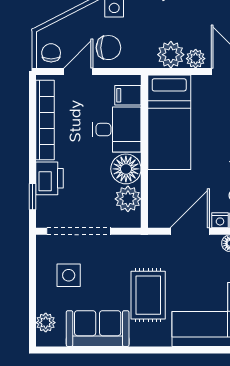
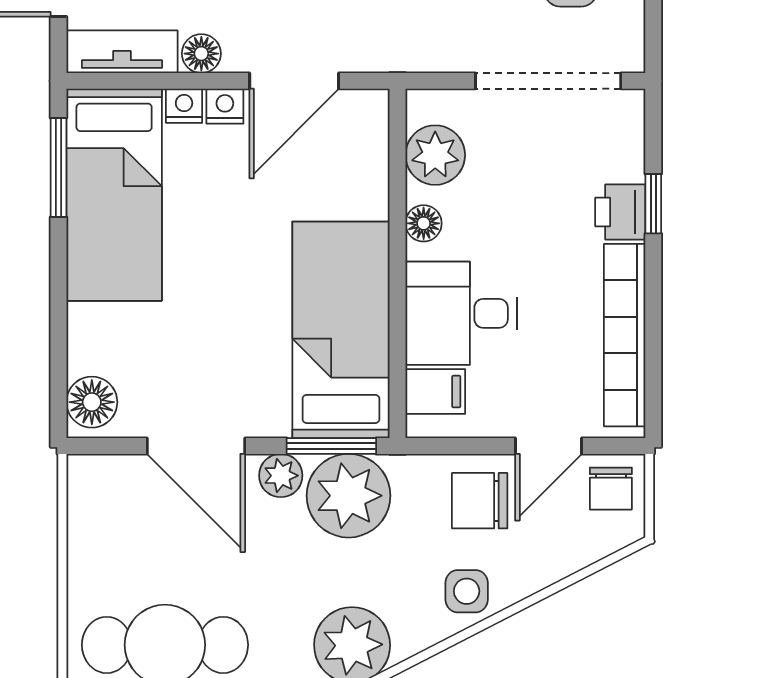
plant: (171, 55) -> (348, 496), width x1.36, depth x1.36
window: (173, 71) -> (331, 446), added
floor lamp: (126, 169) -> (424, 223), width x0.53, depth x0.53
printer: (50, 178) -> (620, 212), width x0.73, depth x0.81
window: (33, 197) -> (653, 204), moved

